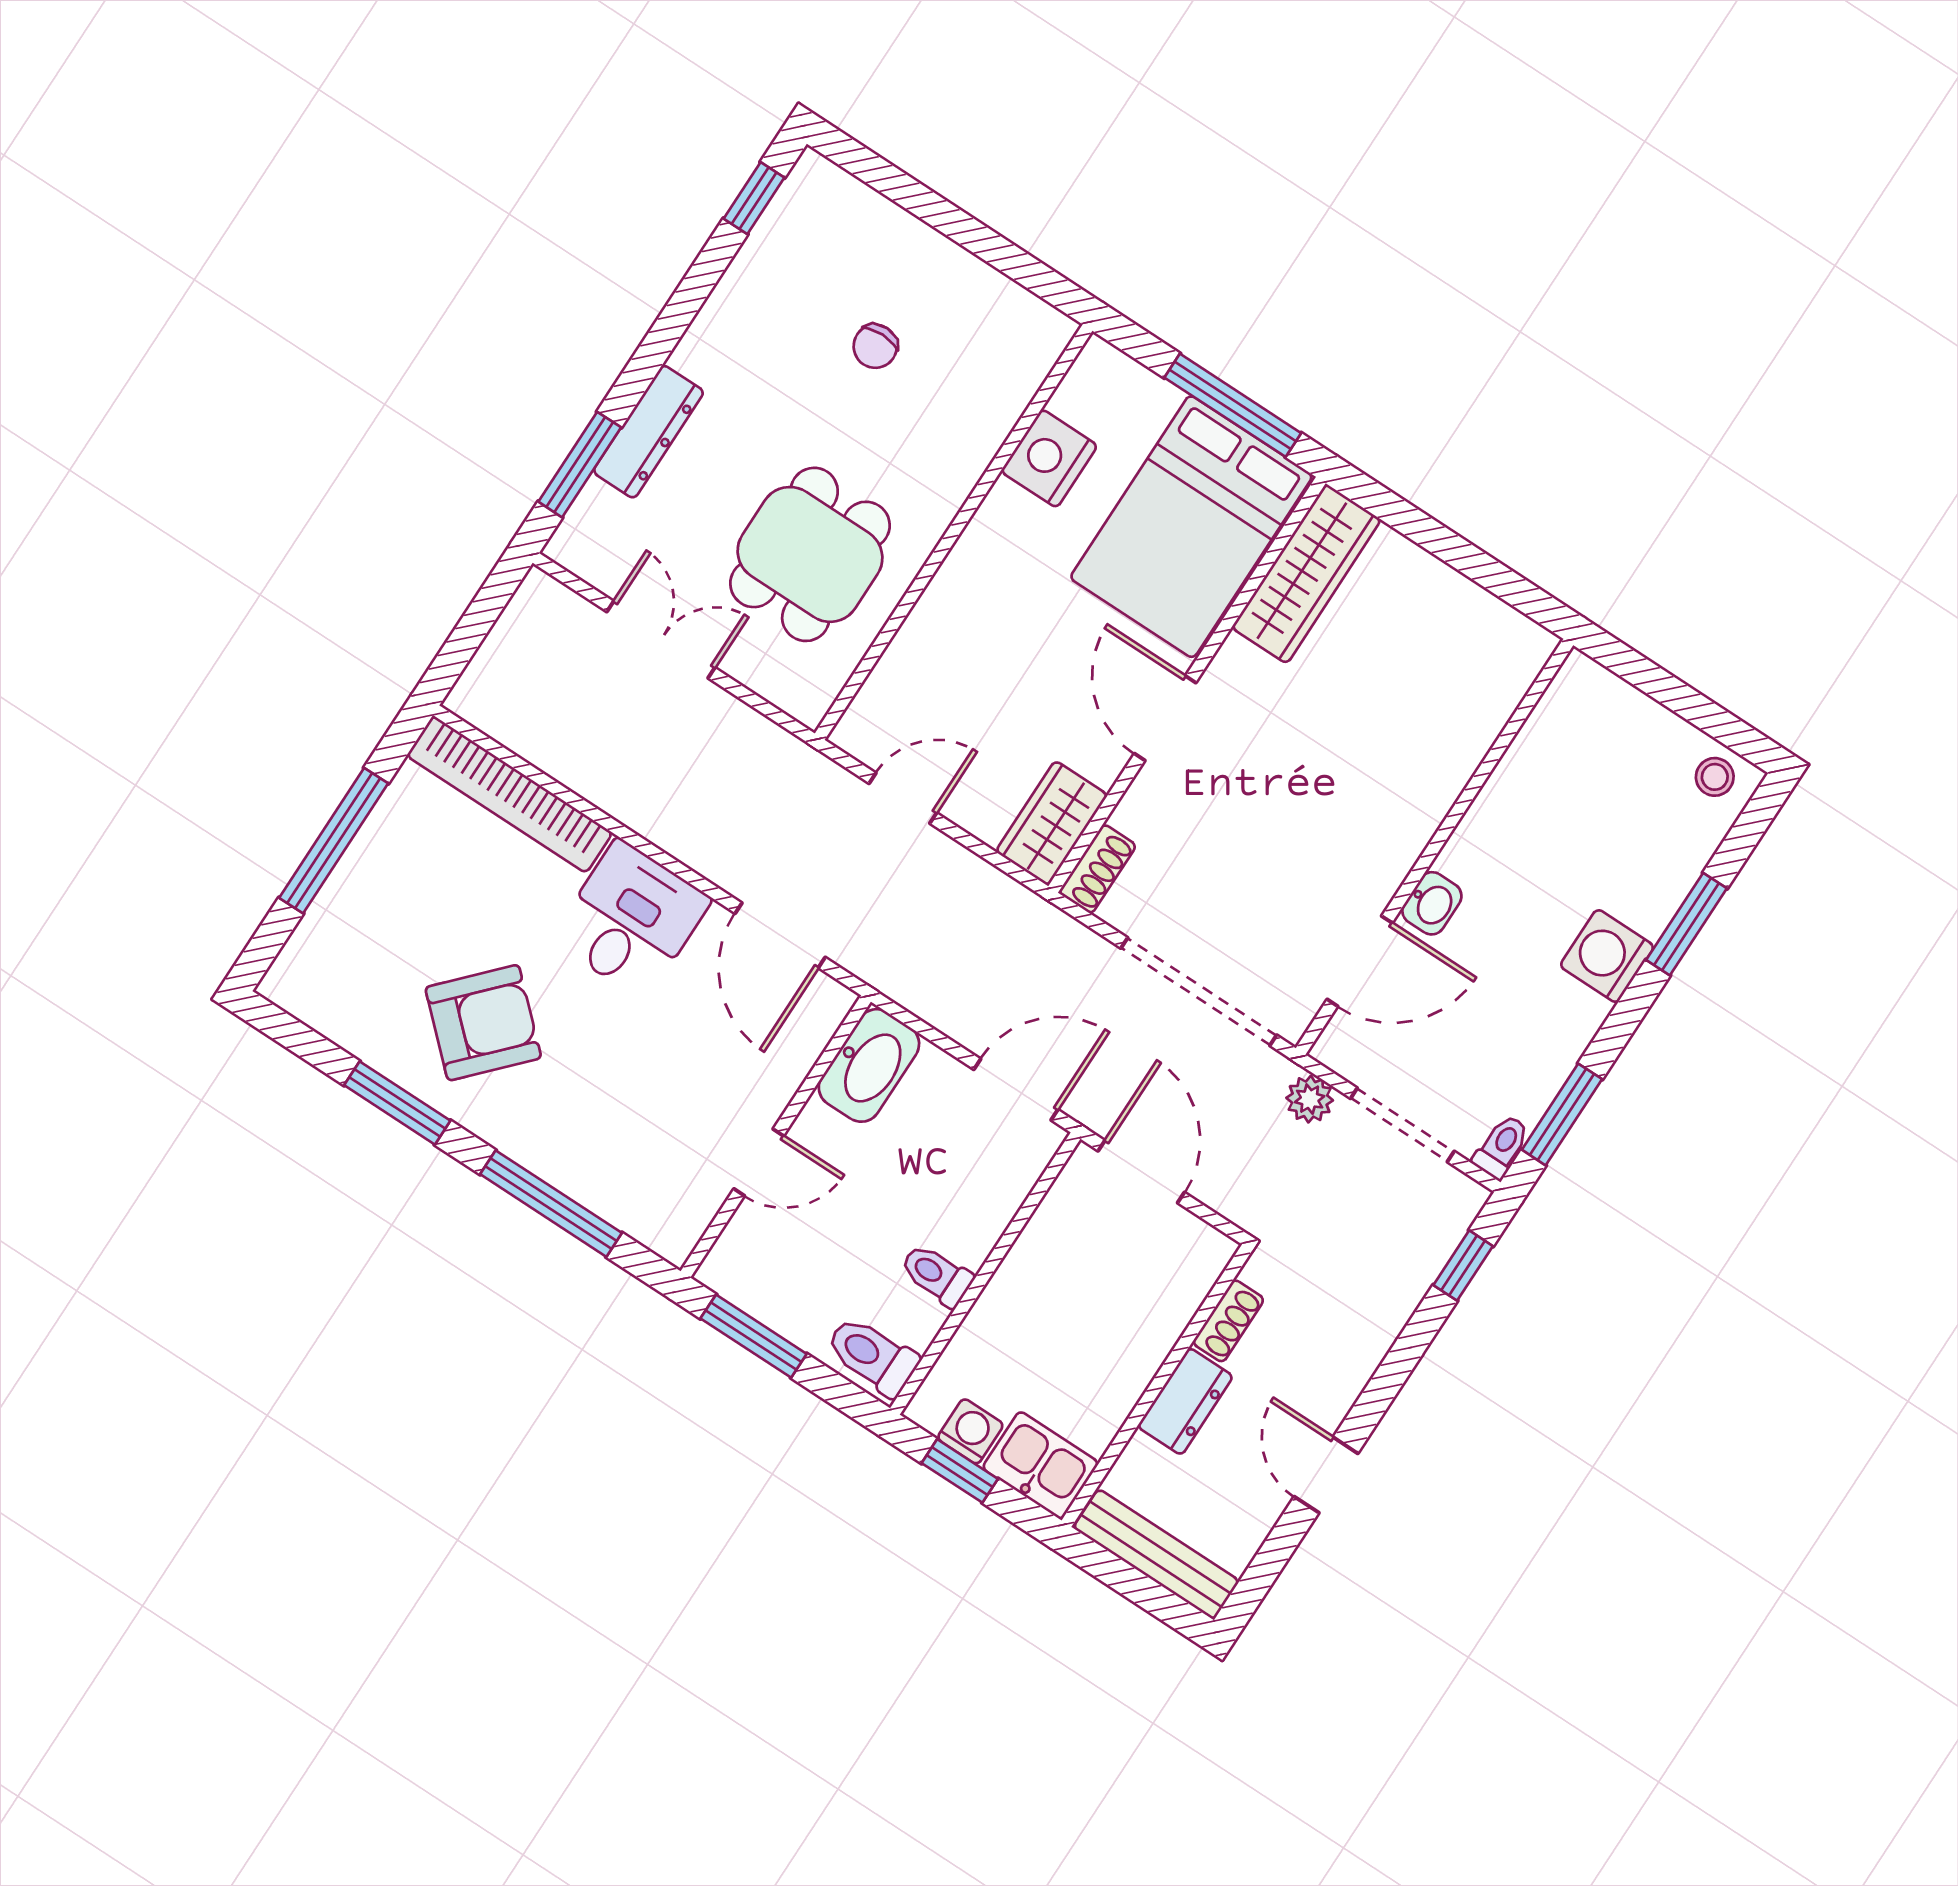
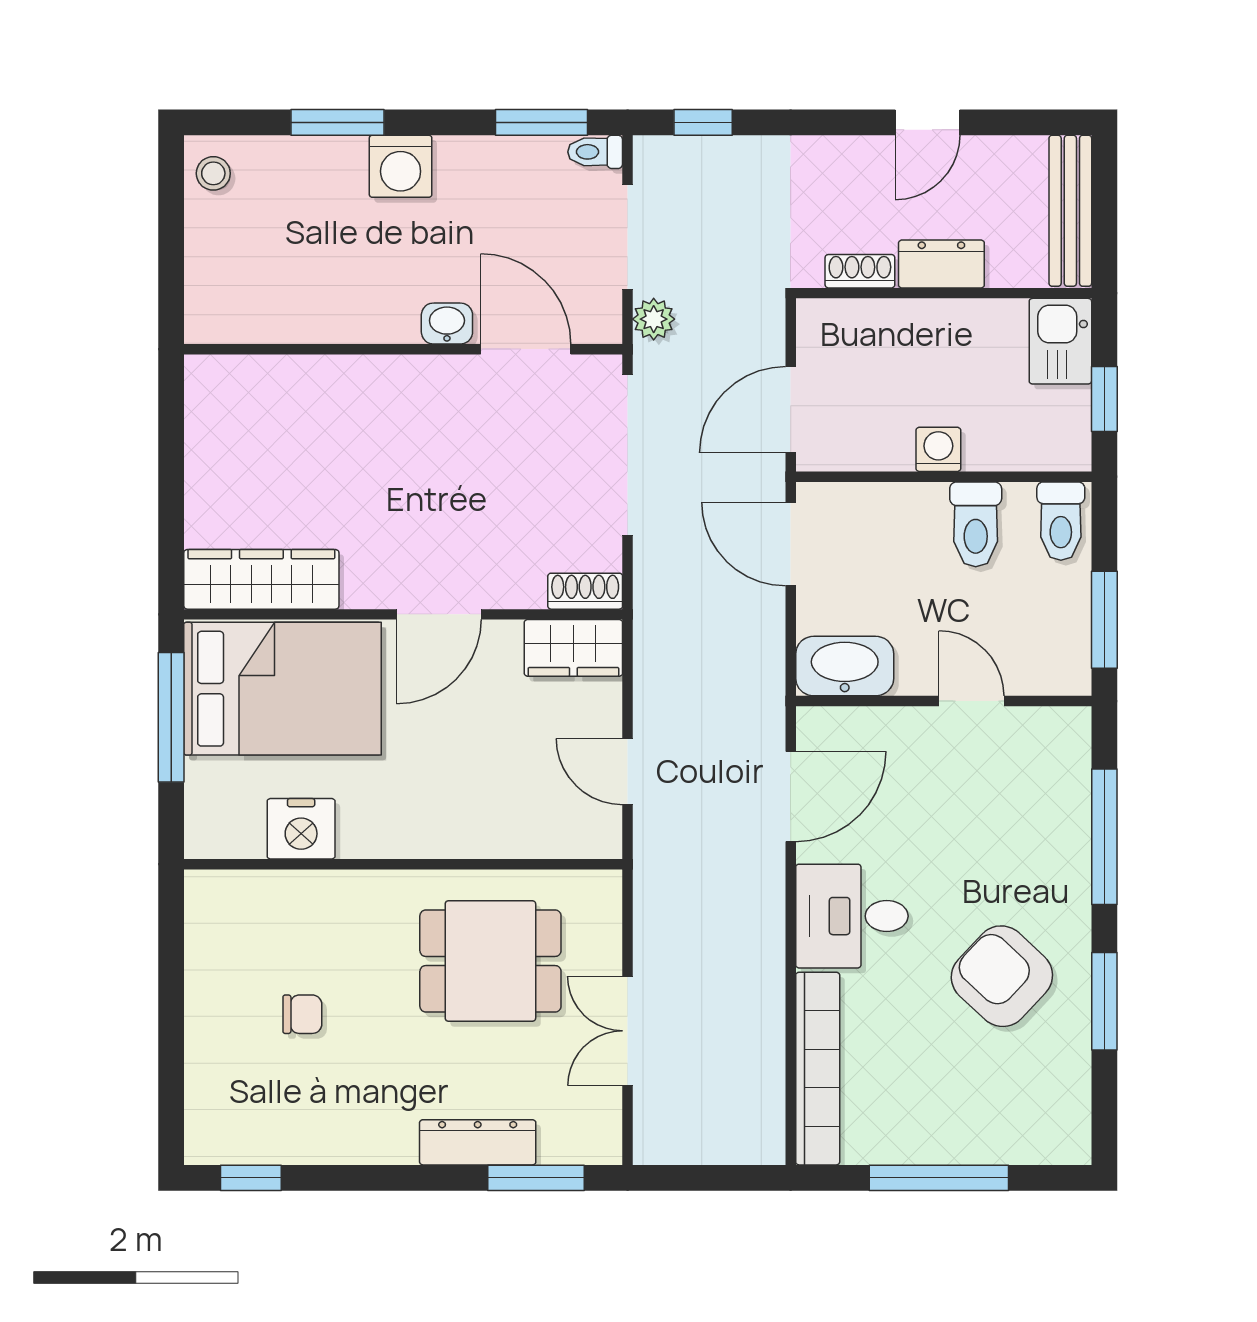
toilet: (937, 1275) -> (976, 524), width x1.37, depth x1.39
washing machine: (970, 1431) -> (938, 449), moved, turned 90

